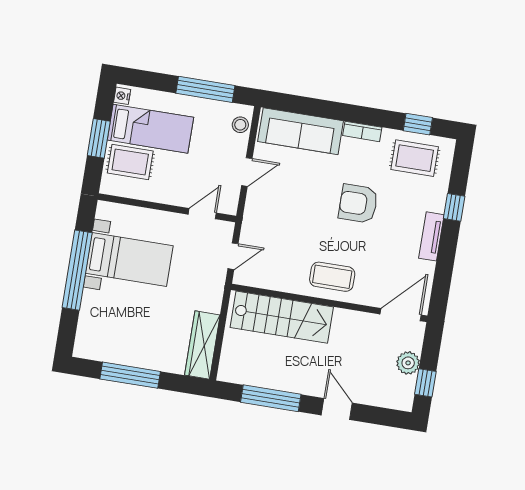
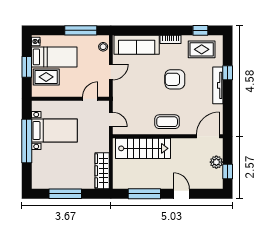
tv unit: (431, 236) -> (218, 85), width x1.41
door: (233, 256) -> (111, 119), hinge flipped

